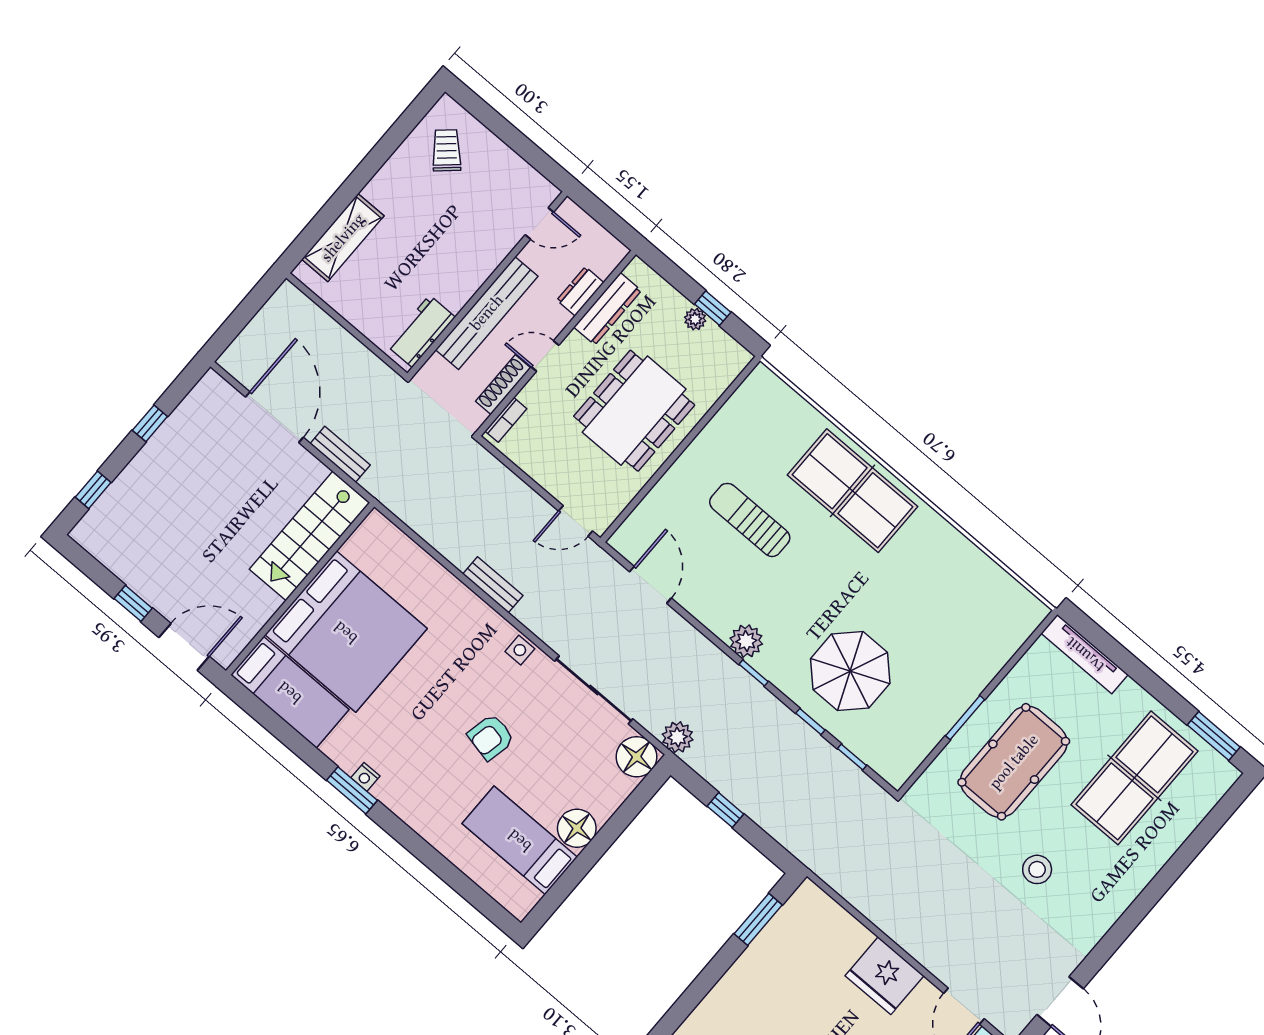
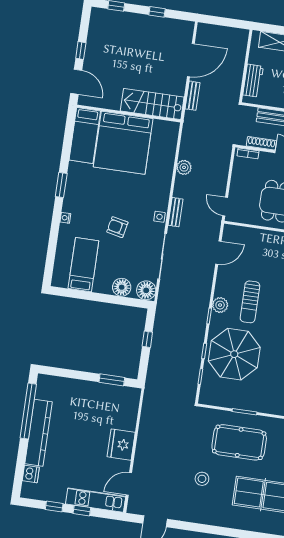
workbench: (421, 331) -> (253, 81), moved, turned 90
sun lounger: (750, 520) -> (250, 302), moved, turned 180
bench: (493, 585) -> (175, 212), moved
parasol: (850, 671) -> (234, 354), width x1.36, depth x1.36
plant: (678, 737) -> (184, 167), moved
nightstand: (365, 777) -> (65, 218), moved
floor lamp: (577, 828) -> (122, 287), moved

